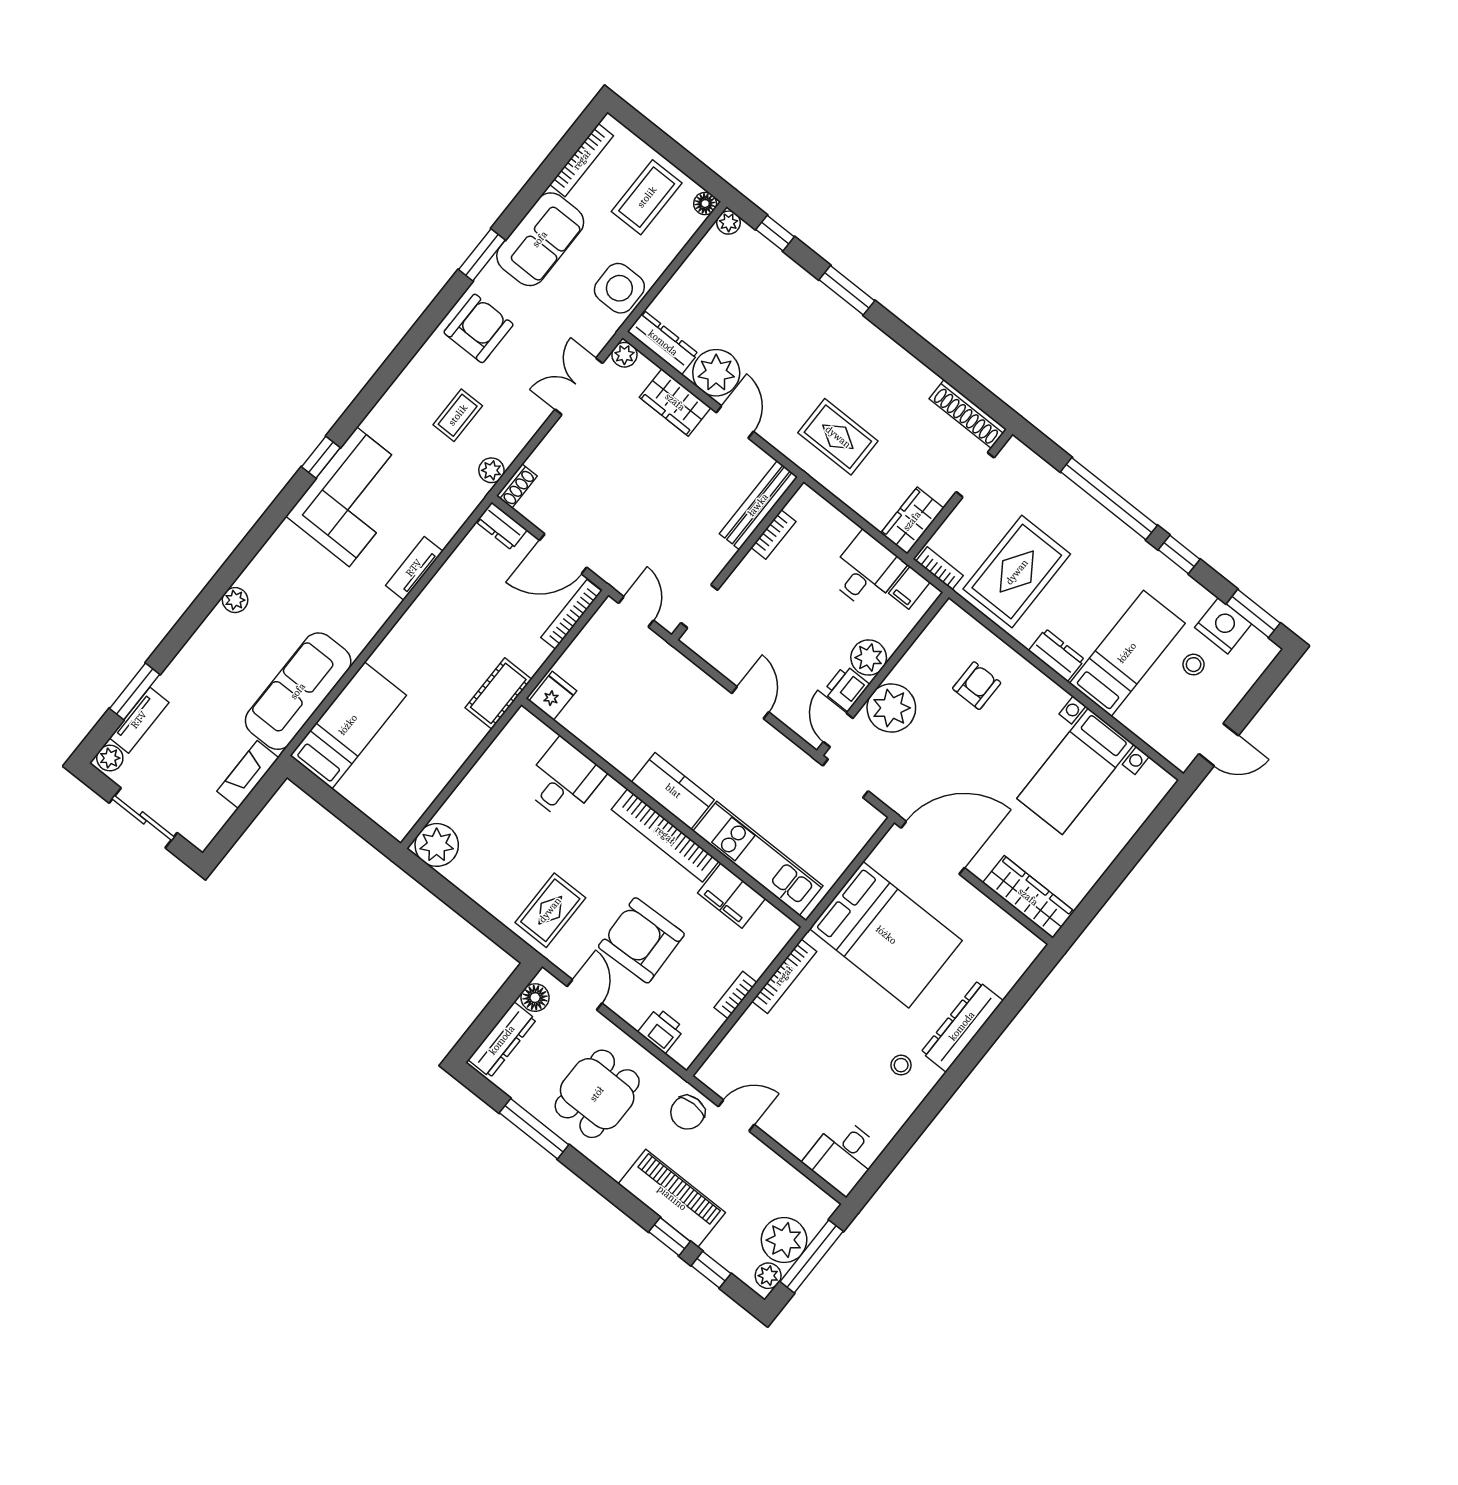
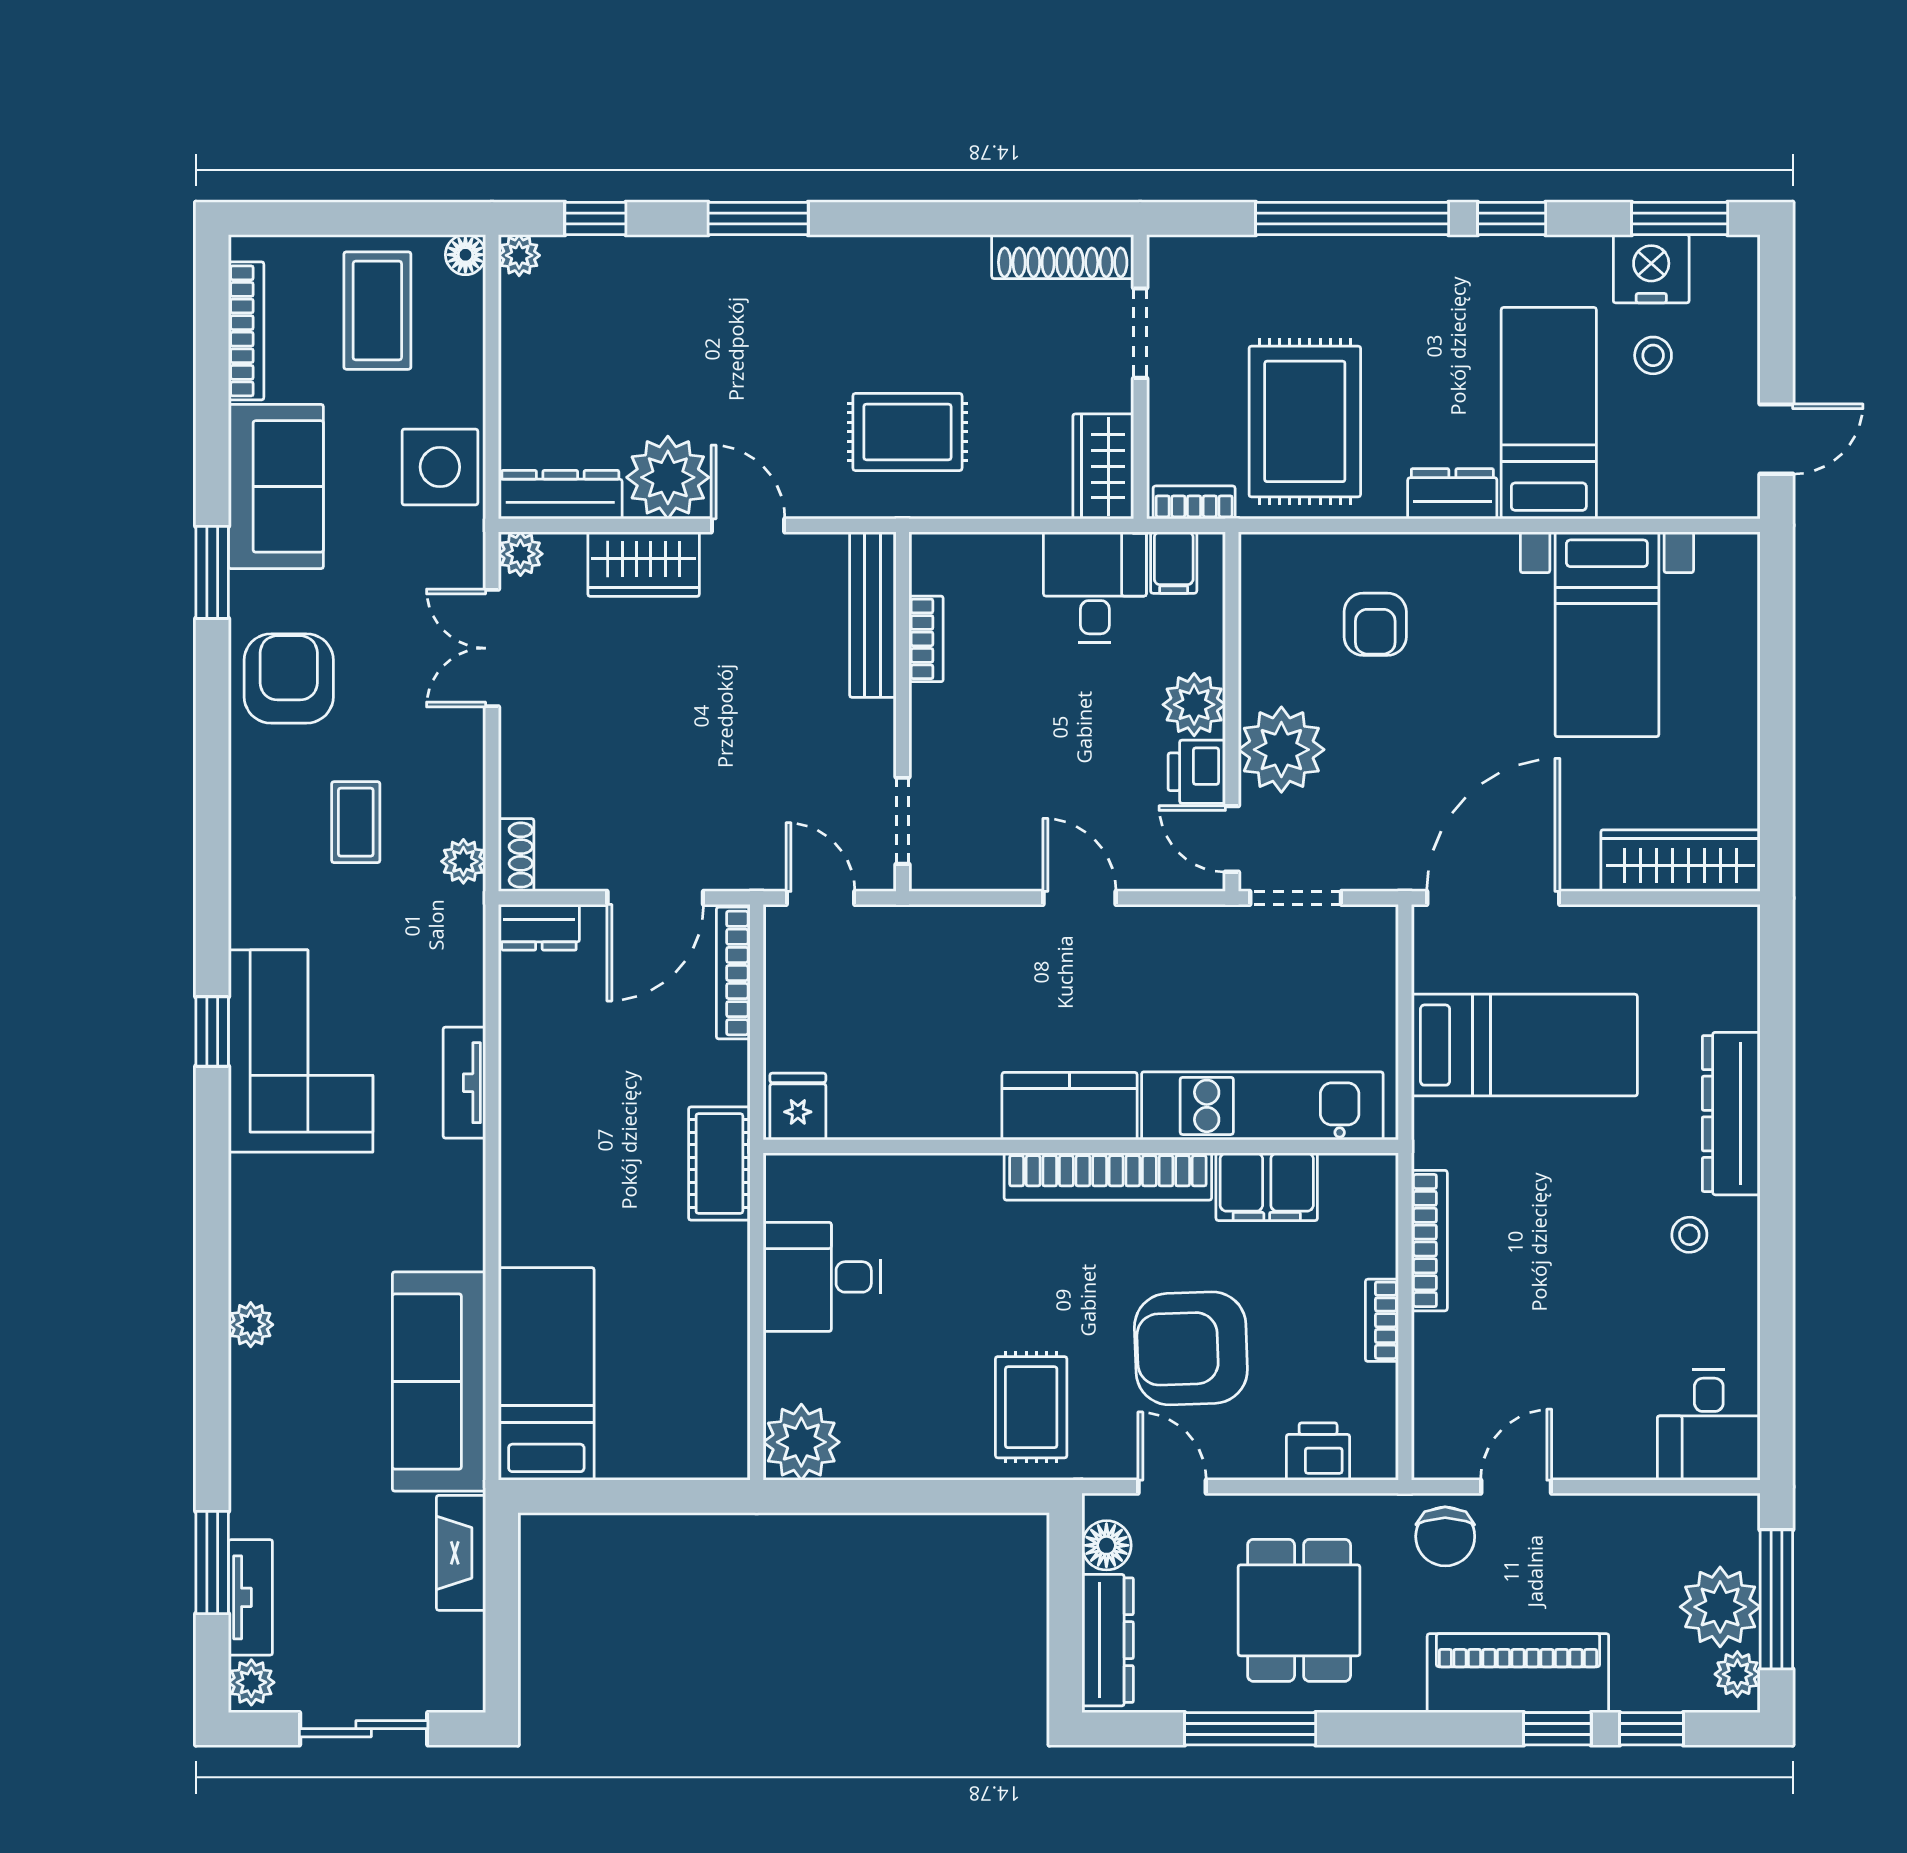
armchair: (977, 686) -> (1375, 624), turned 180
desk: (563, 780) -> (822, 1277), moved, turned -90
bed: (886, 935) -> (1524, 1045), width x0.67

